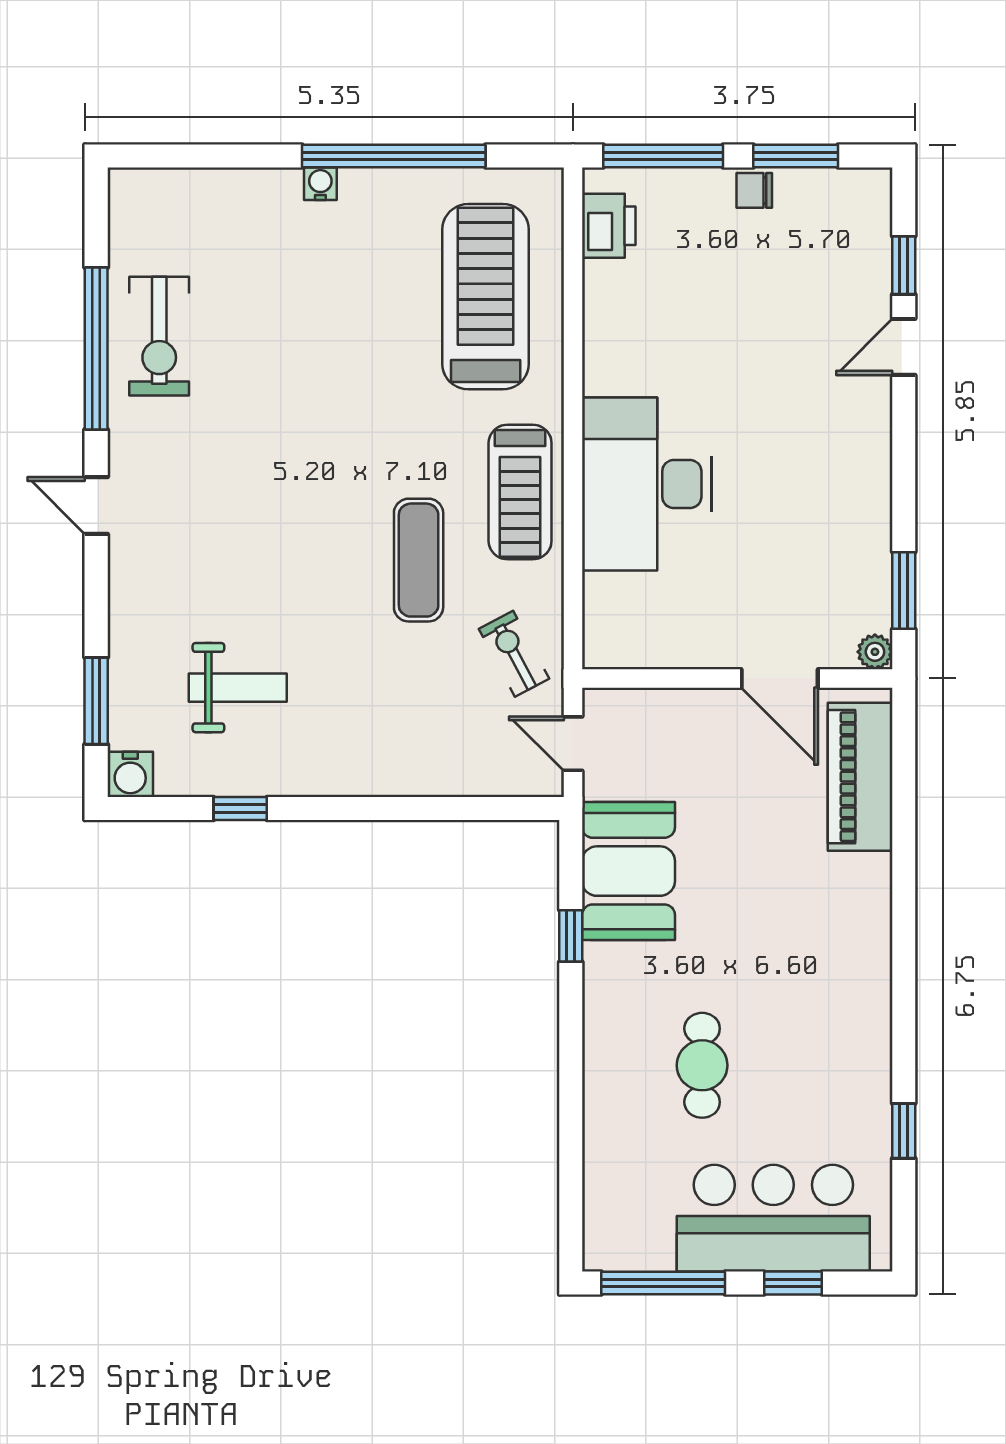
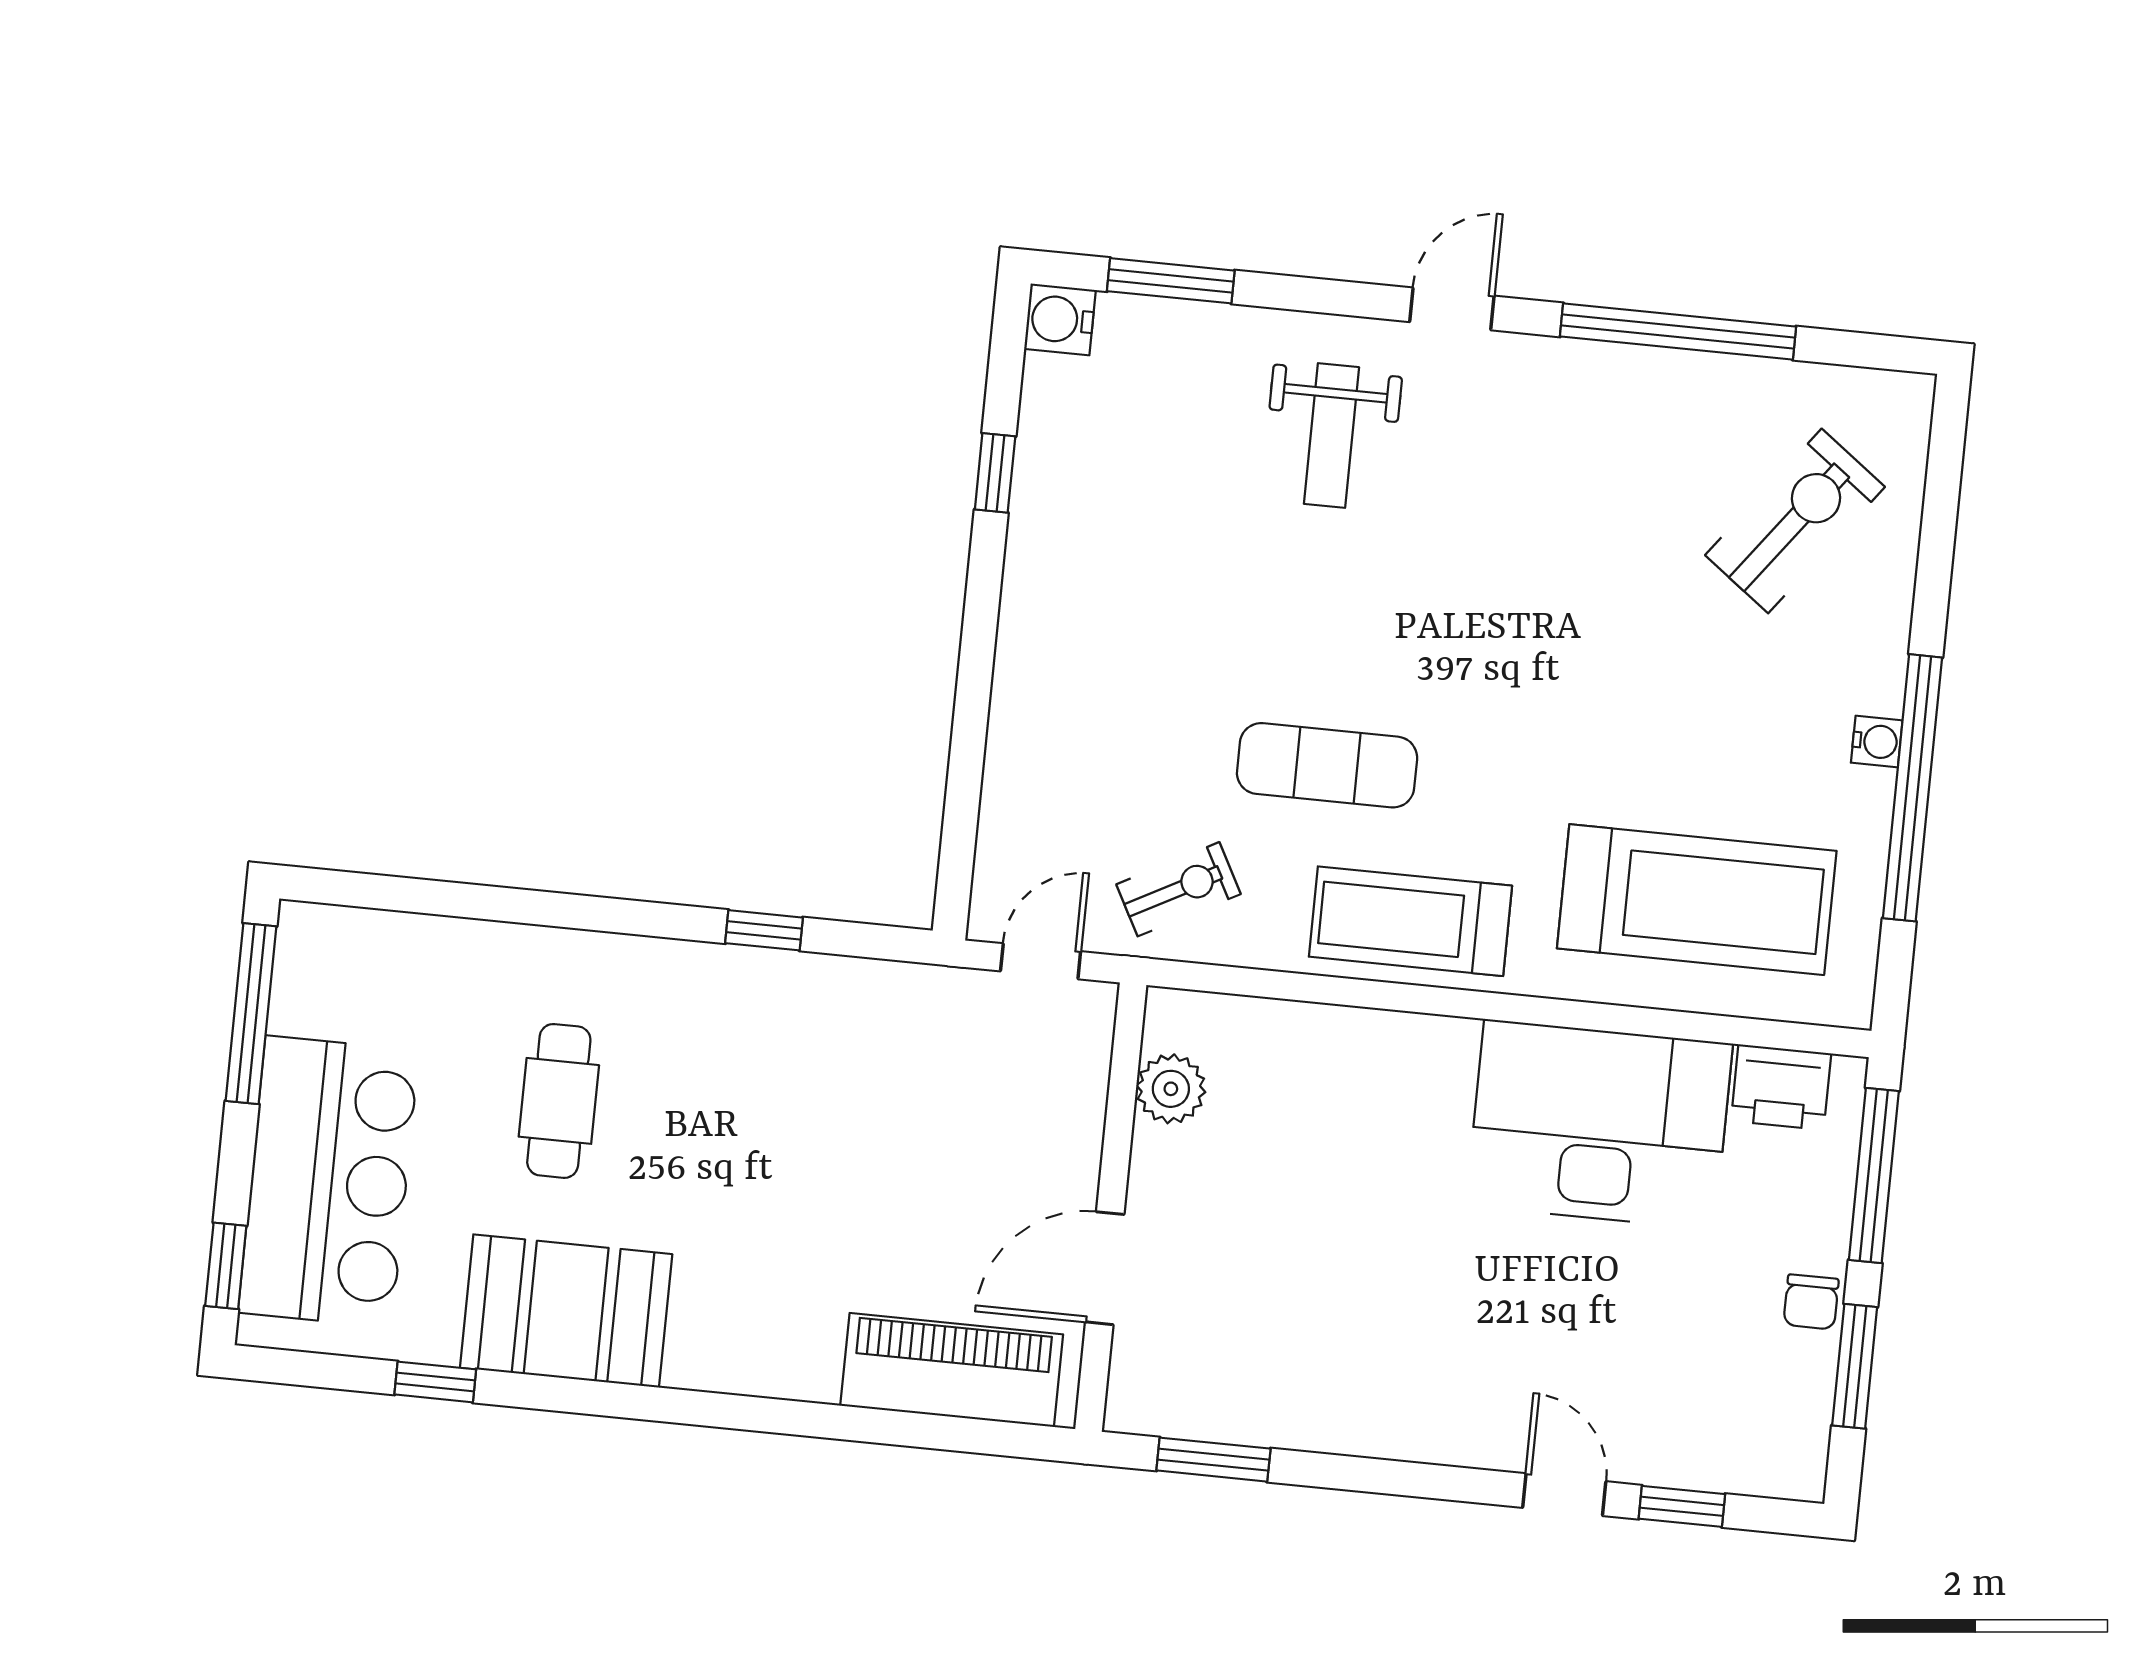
water cooler: (320, 184) -> (1877, 742), moved
chair: (754, 190) -> (1811, 1302), turned 180
exercise bike: (159, 336) -> (1795, 521), moved, turned 127
desk: (647, 484) -> (1599, 1125), moved
plant: (875, 652) -> (1171, 1089), moved, width x1.38, depth x1.38
weight bench: (238, 688) -> (1331, 435), moved
booth: (628, 871) -> (566, 1311), moved
cafe table: (702, 1065) -> (559, 1101), turned 90
window: (793, 1283) -> (226, 1266), moved

